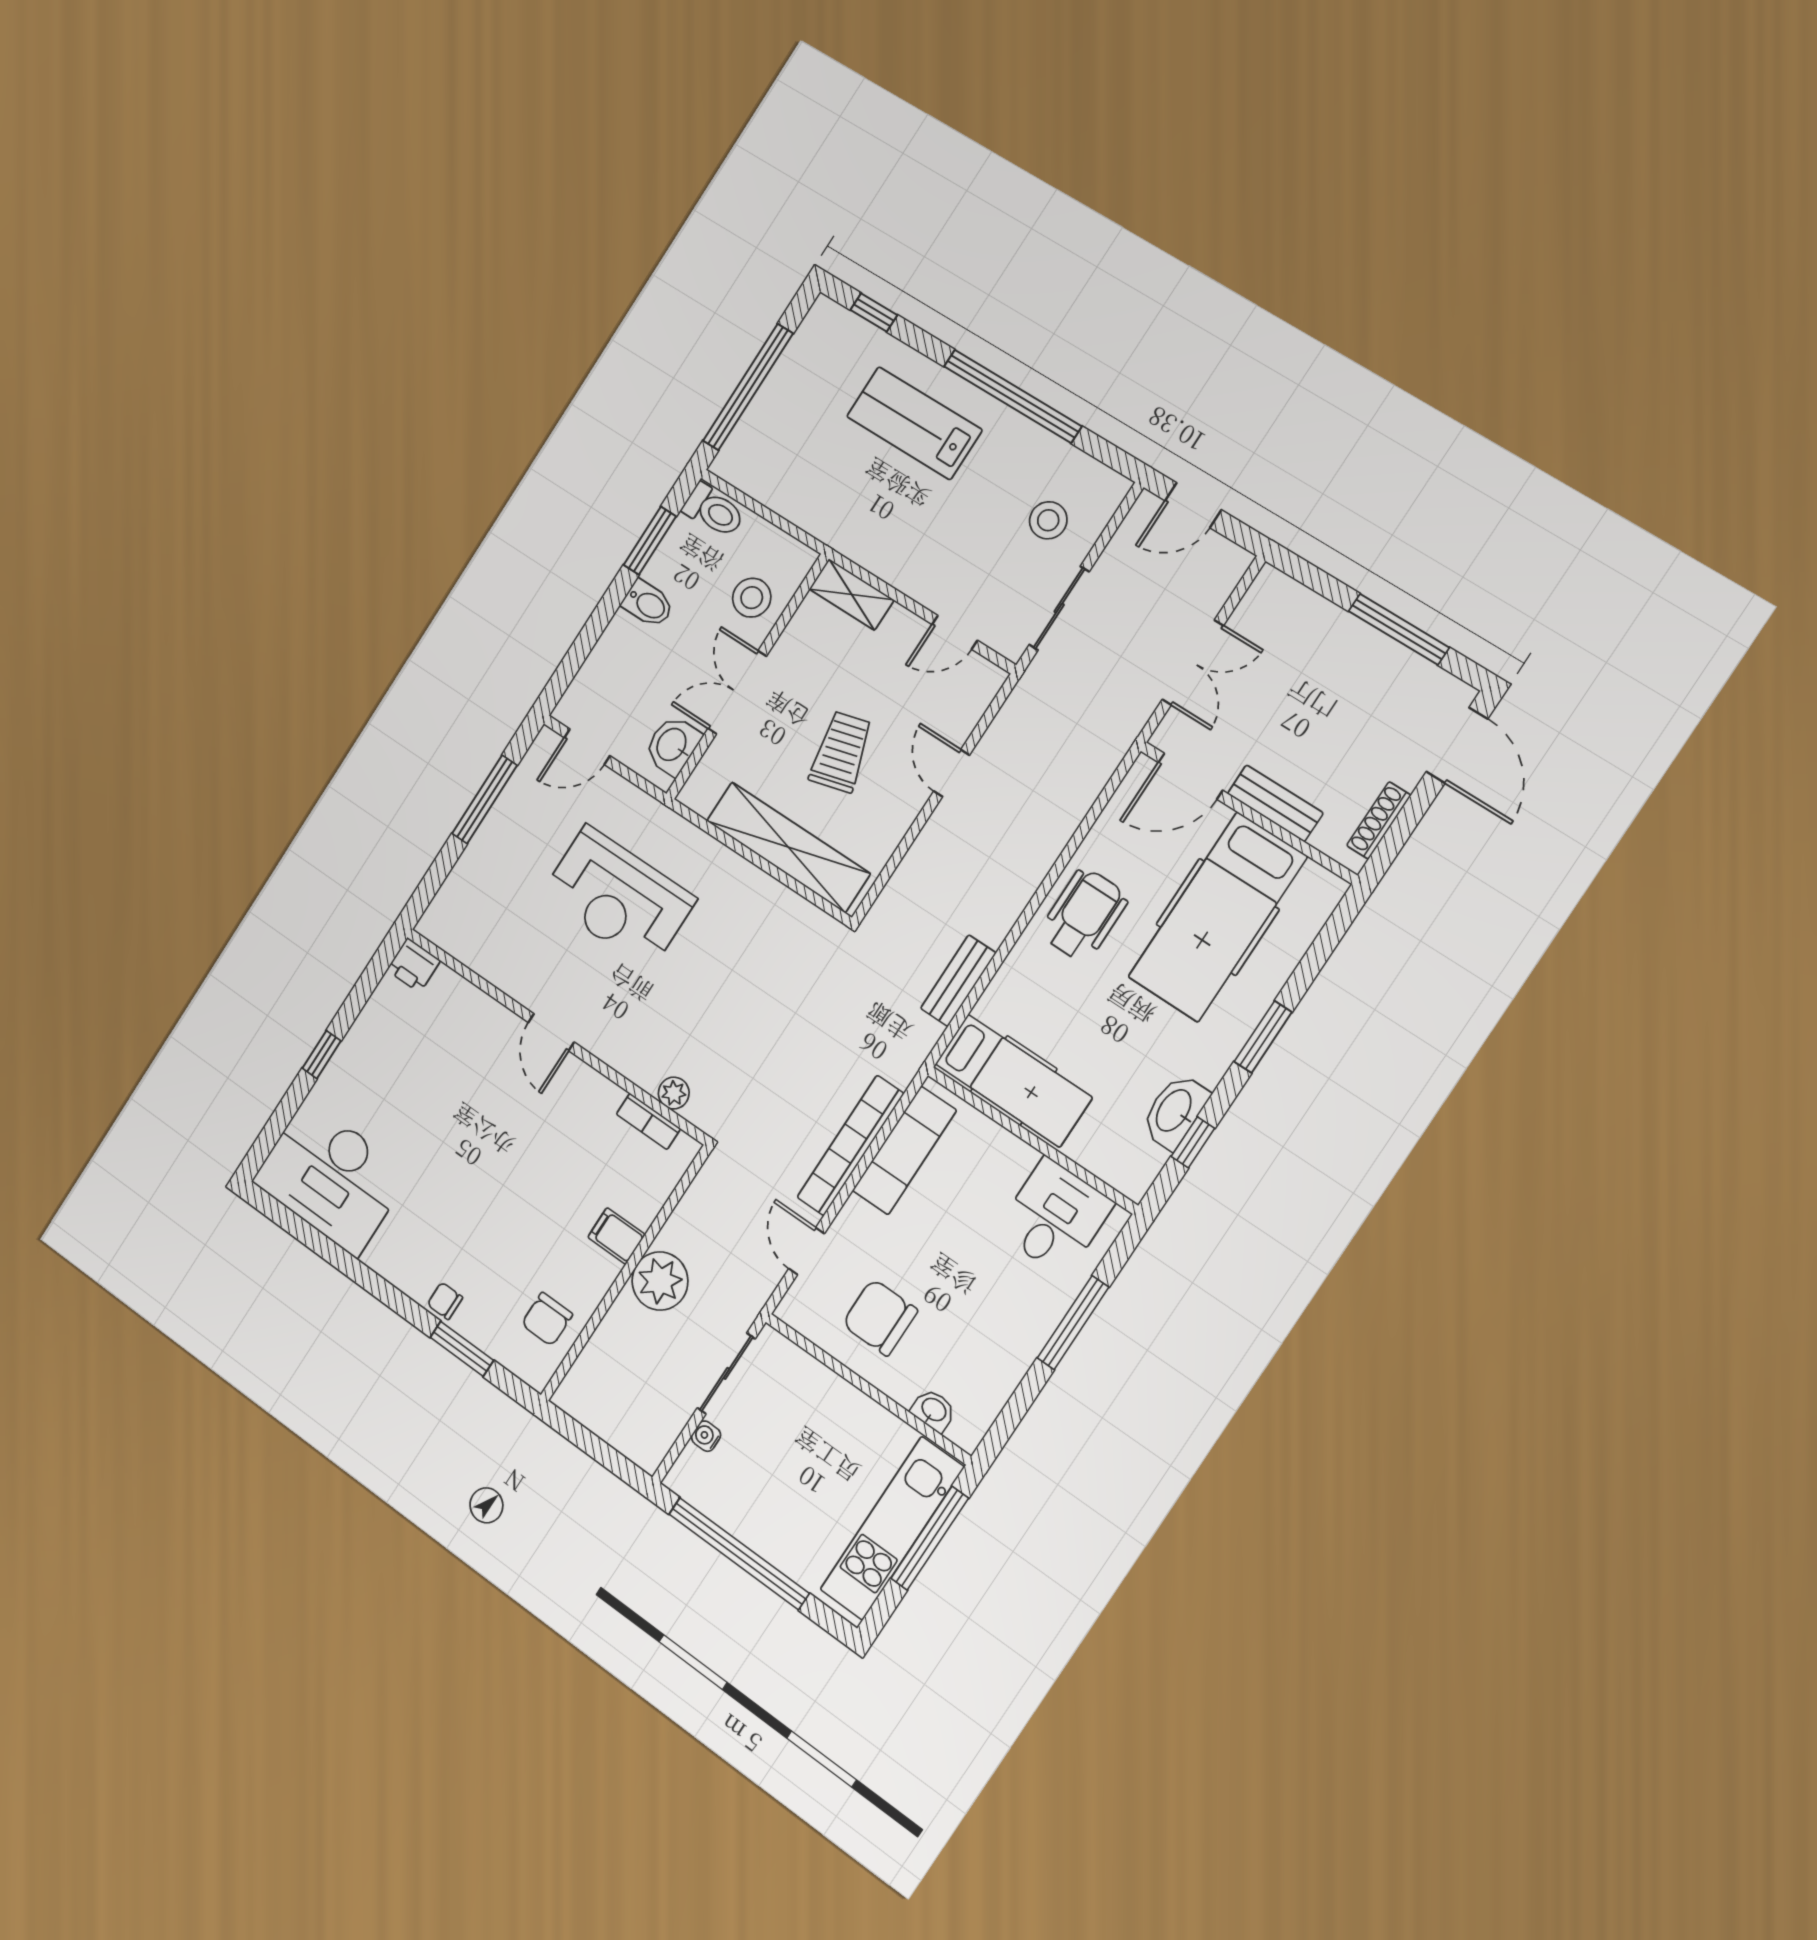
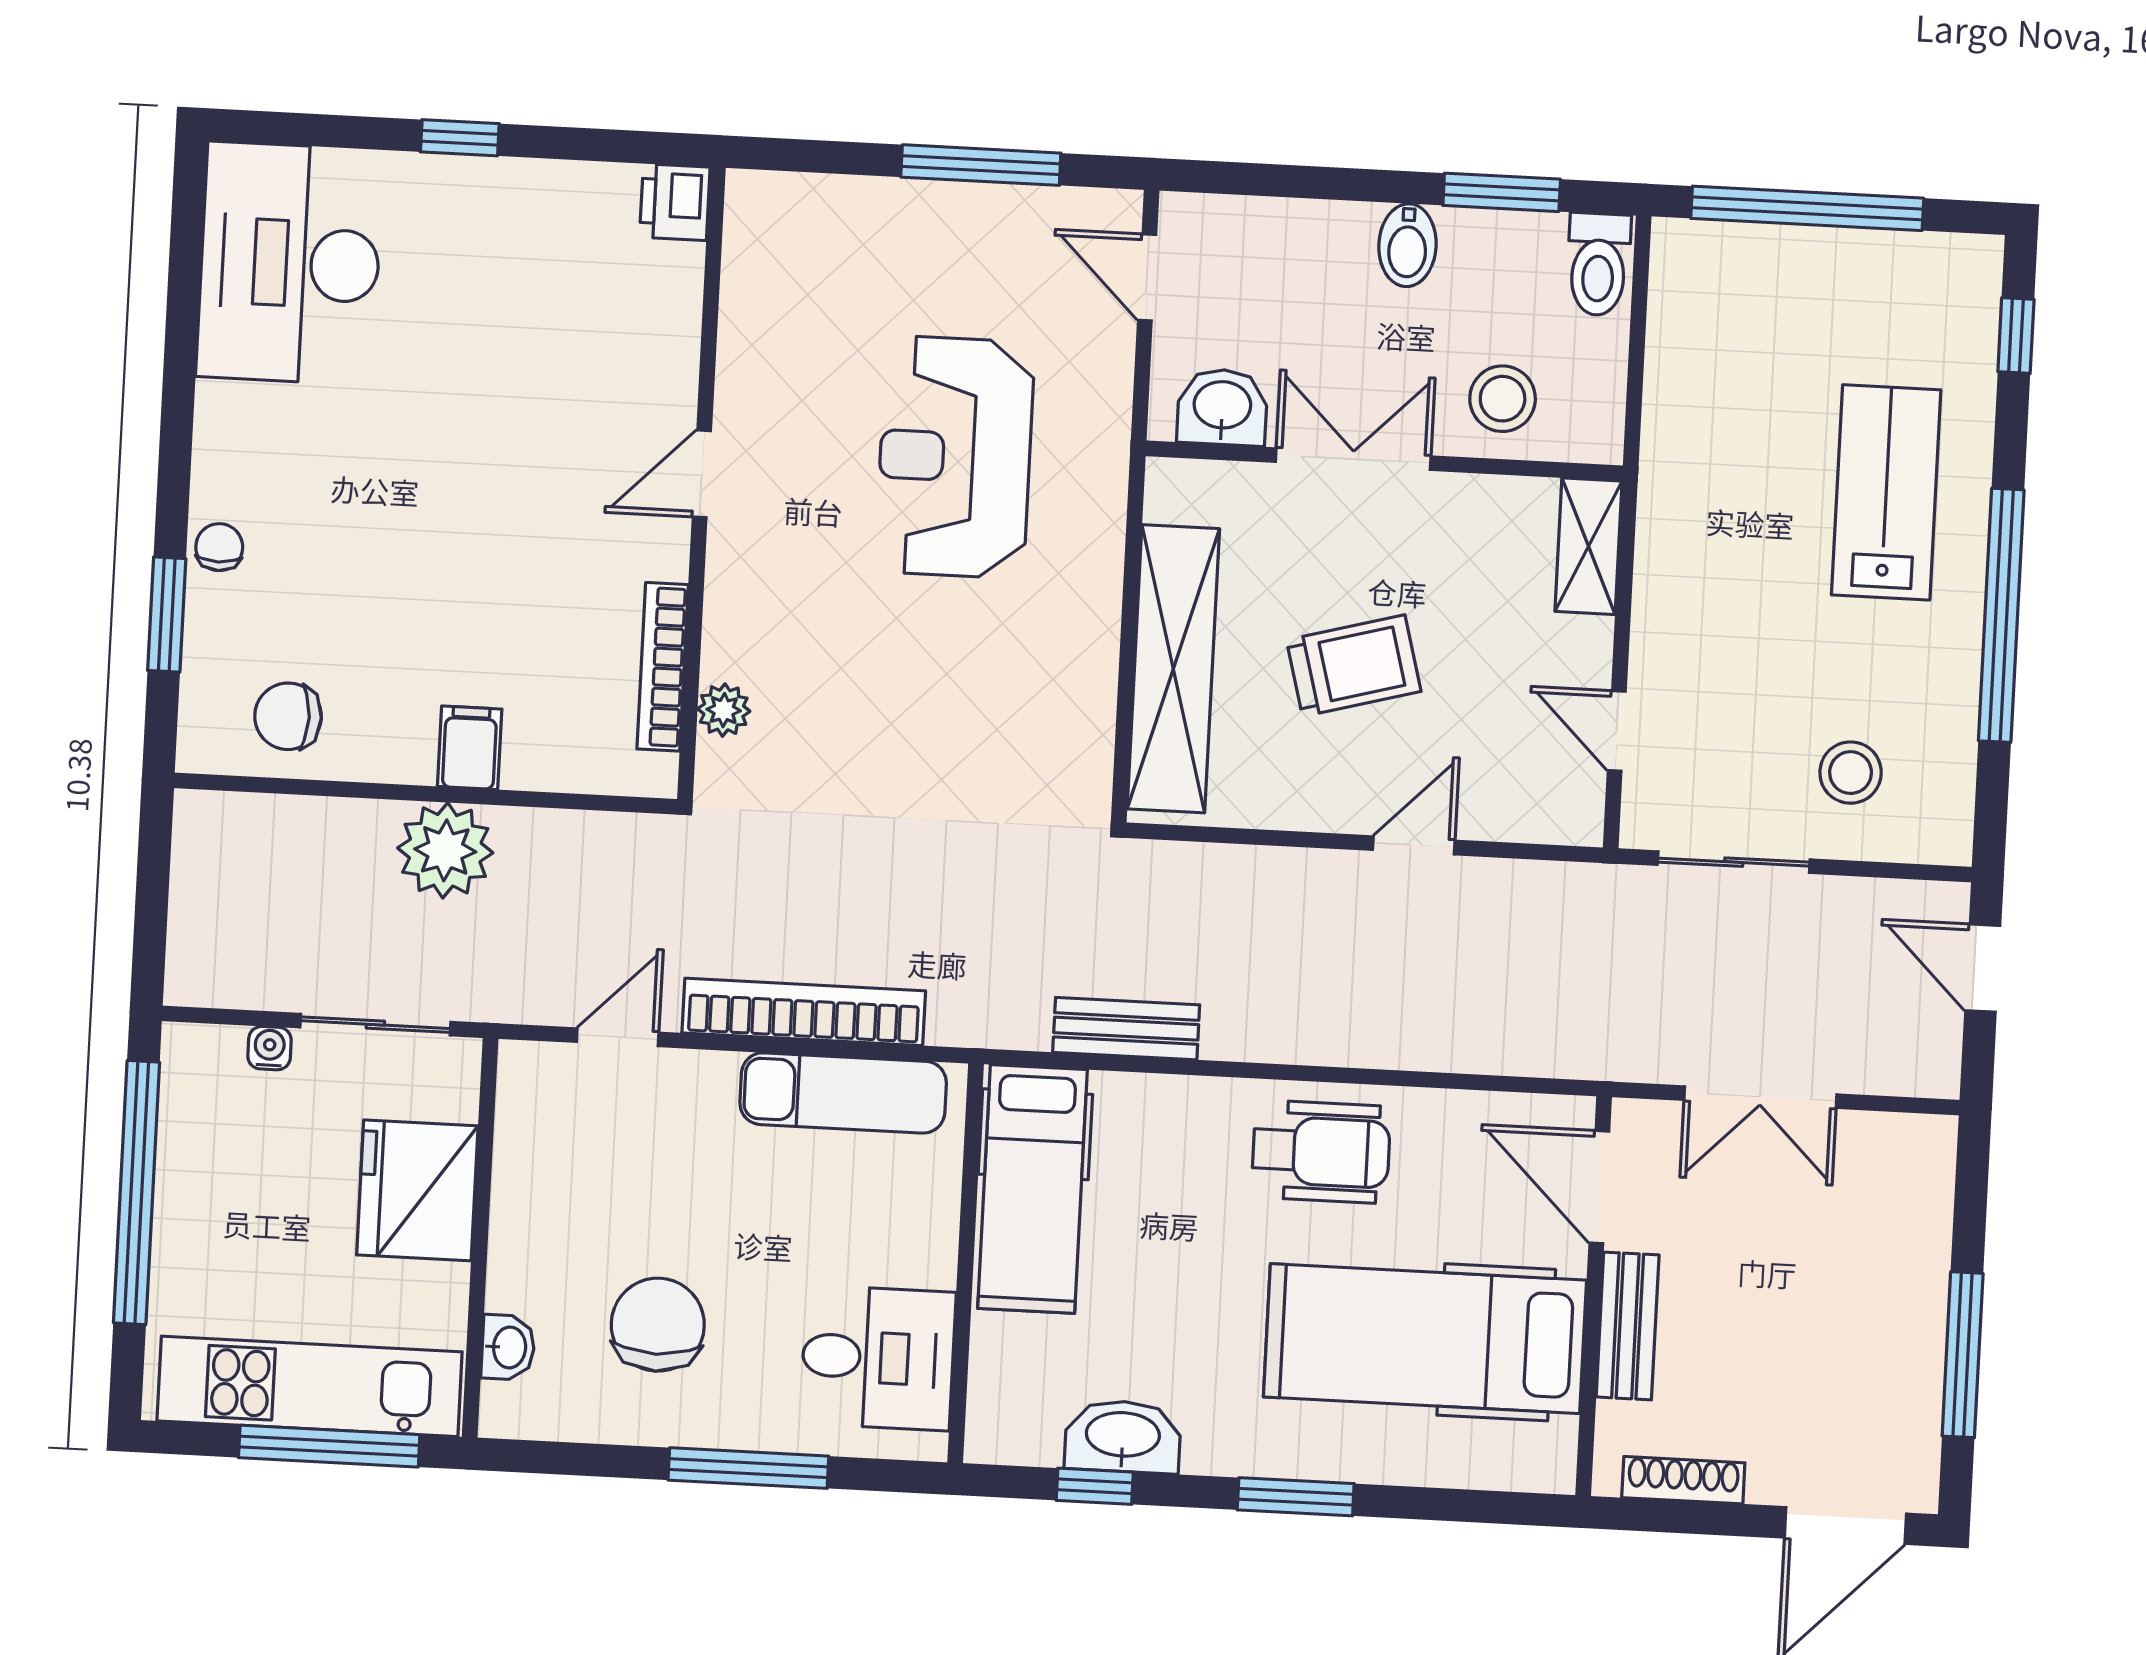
bookcase: (648, 1121) -> (663, 667), width x1.56
chair: (880, 1317) -> (658, 1325), moved
fridge: (824, 1406) -> (417, 1190), added

